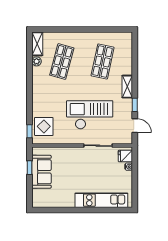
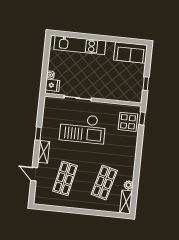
door: (135, 126) -> (34, 174), moved
sofa: (41, 172) -> (131, 53), moved, turned -90

